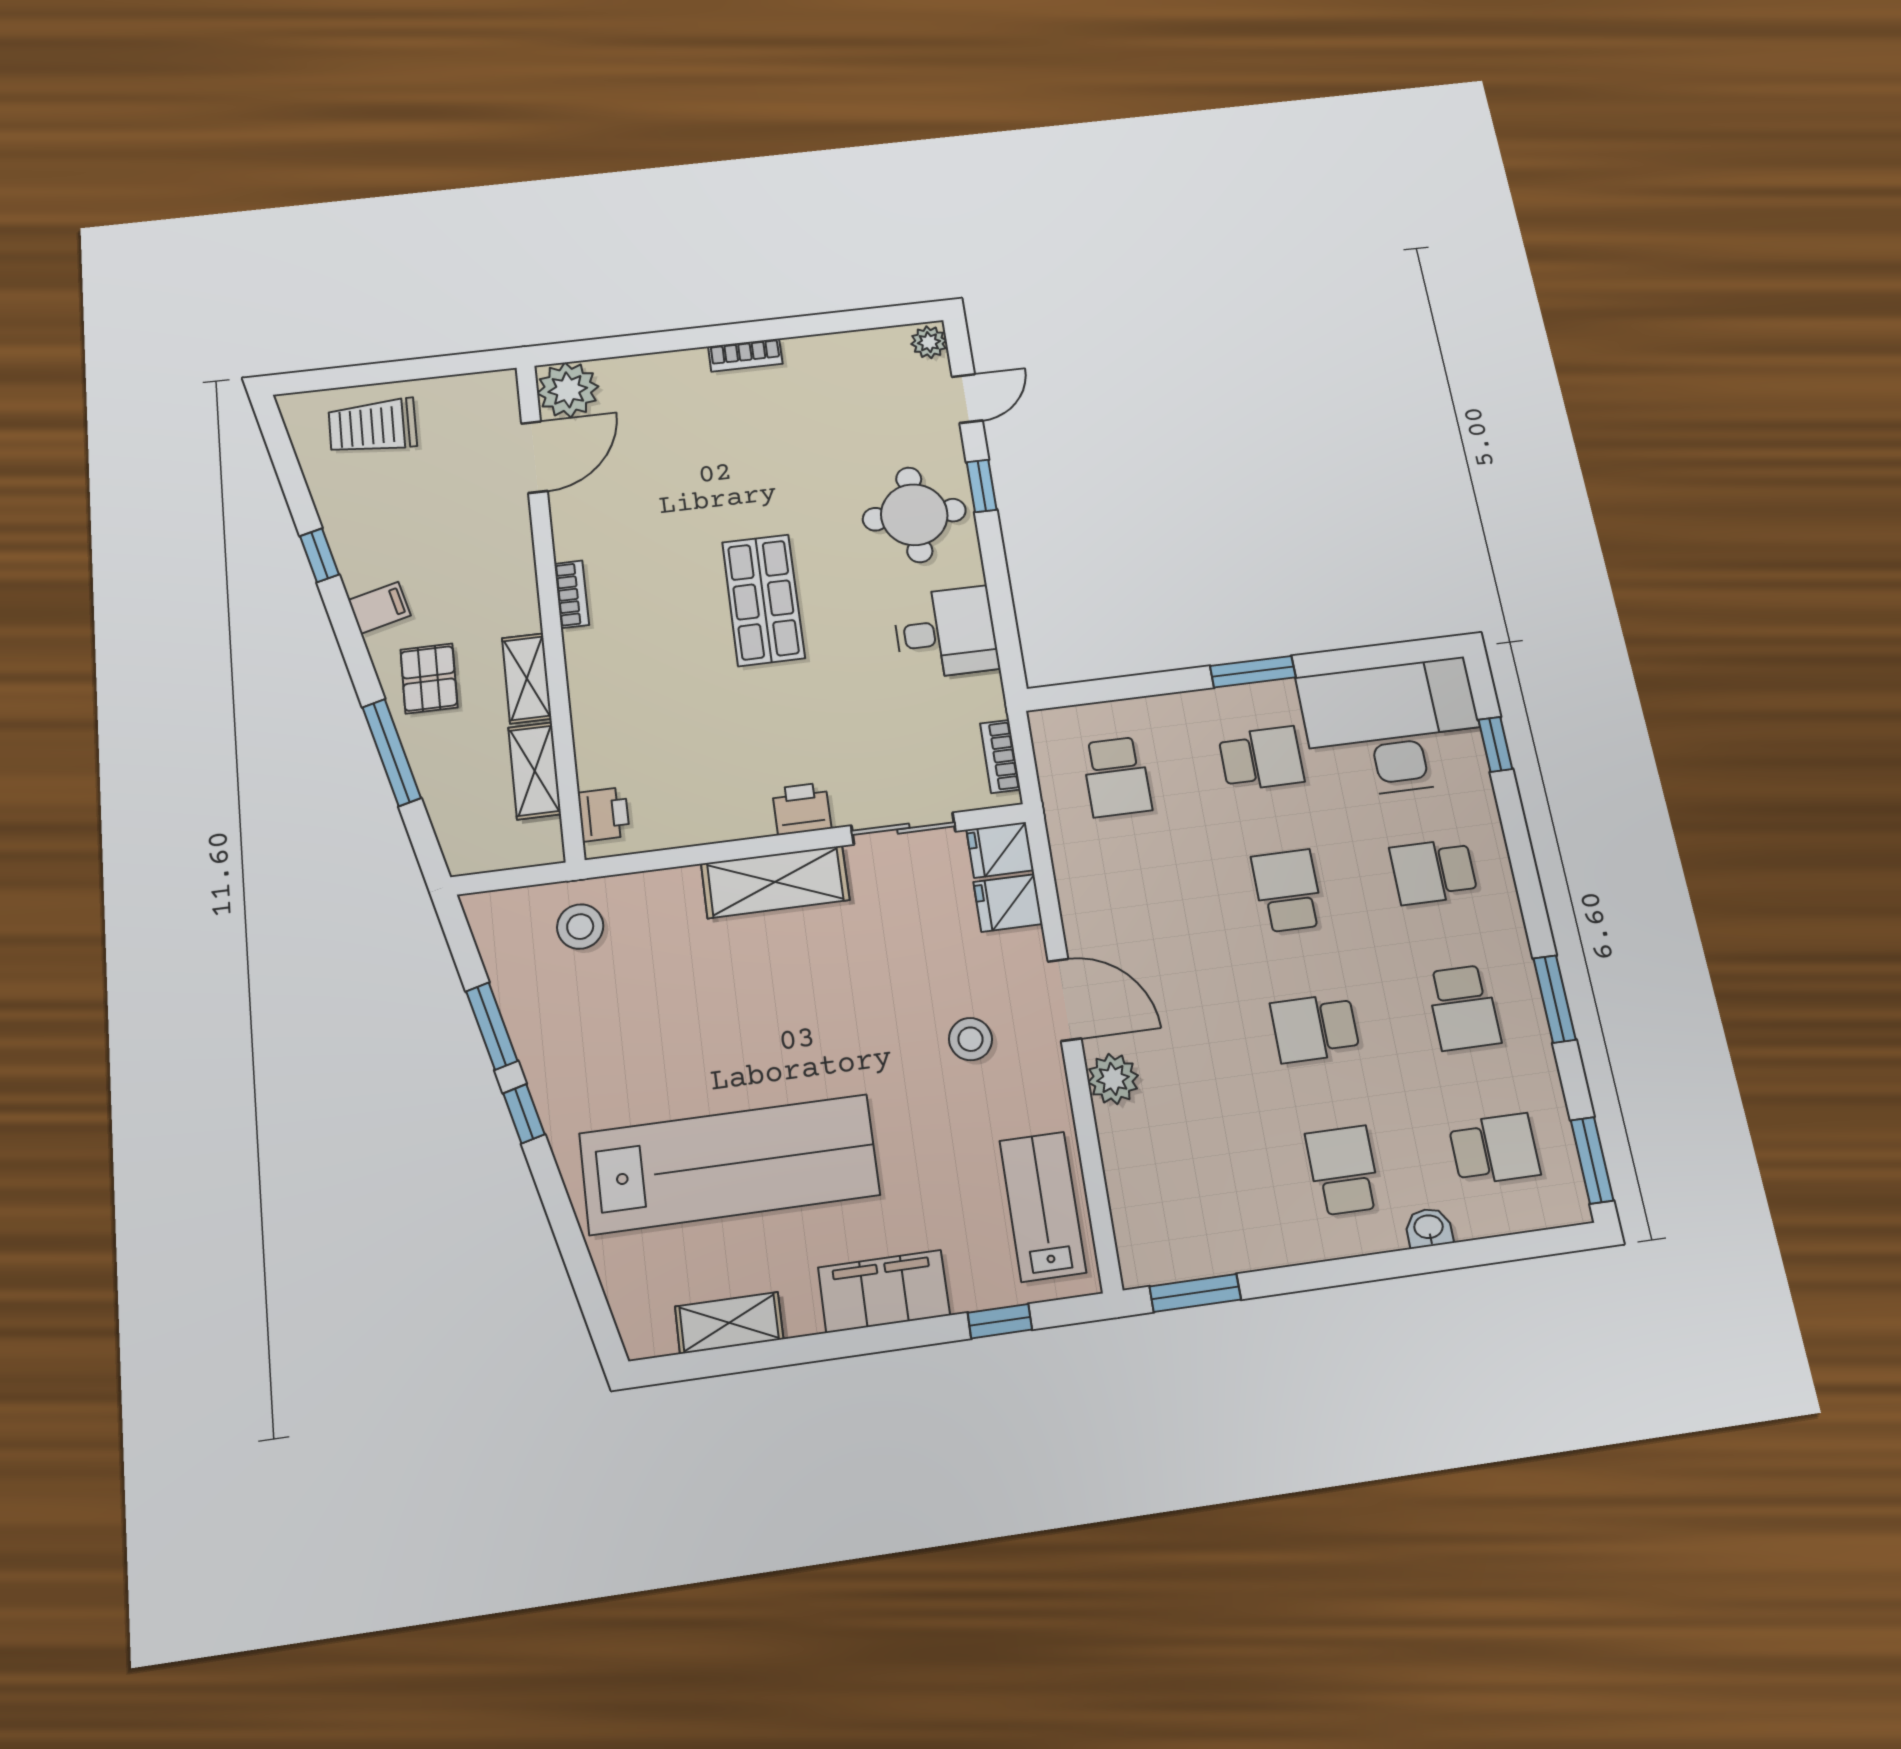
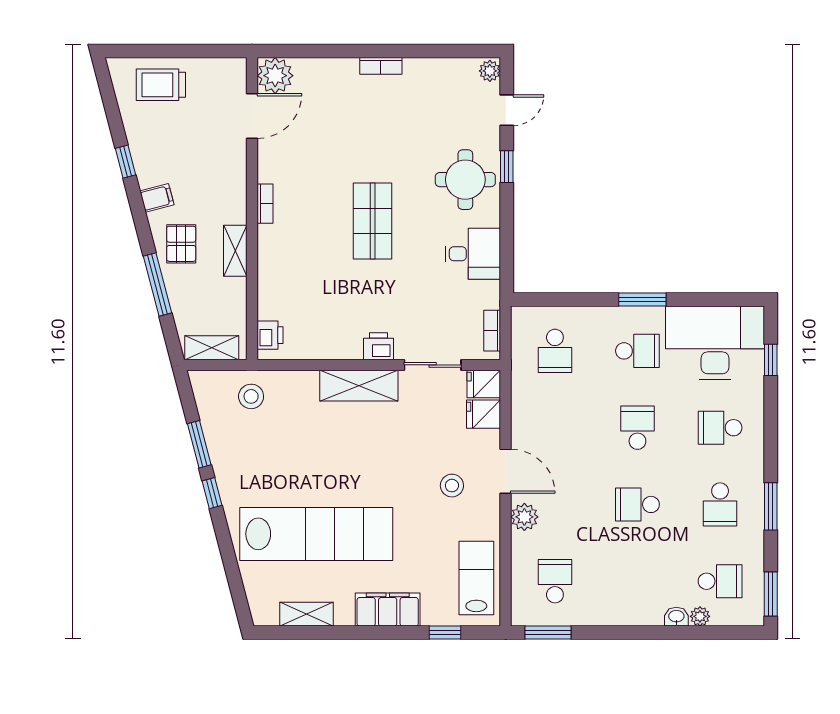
shelving: (535, 771) -> (212, 348), moved, turned 90
school desk: (1343, 1170) -> (555, 581), moved
plant: (1472, 1221) -> (700, 616), added

